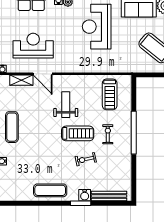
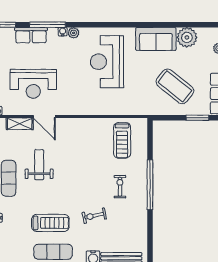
reception desk: (33, 46) -> (33, 84), turned 180
weight bench: (66, 105) -> (39, 165), moved
treadmill: (78, 133) -> (50, 223), moved

